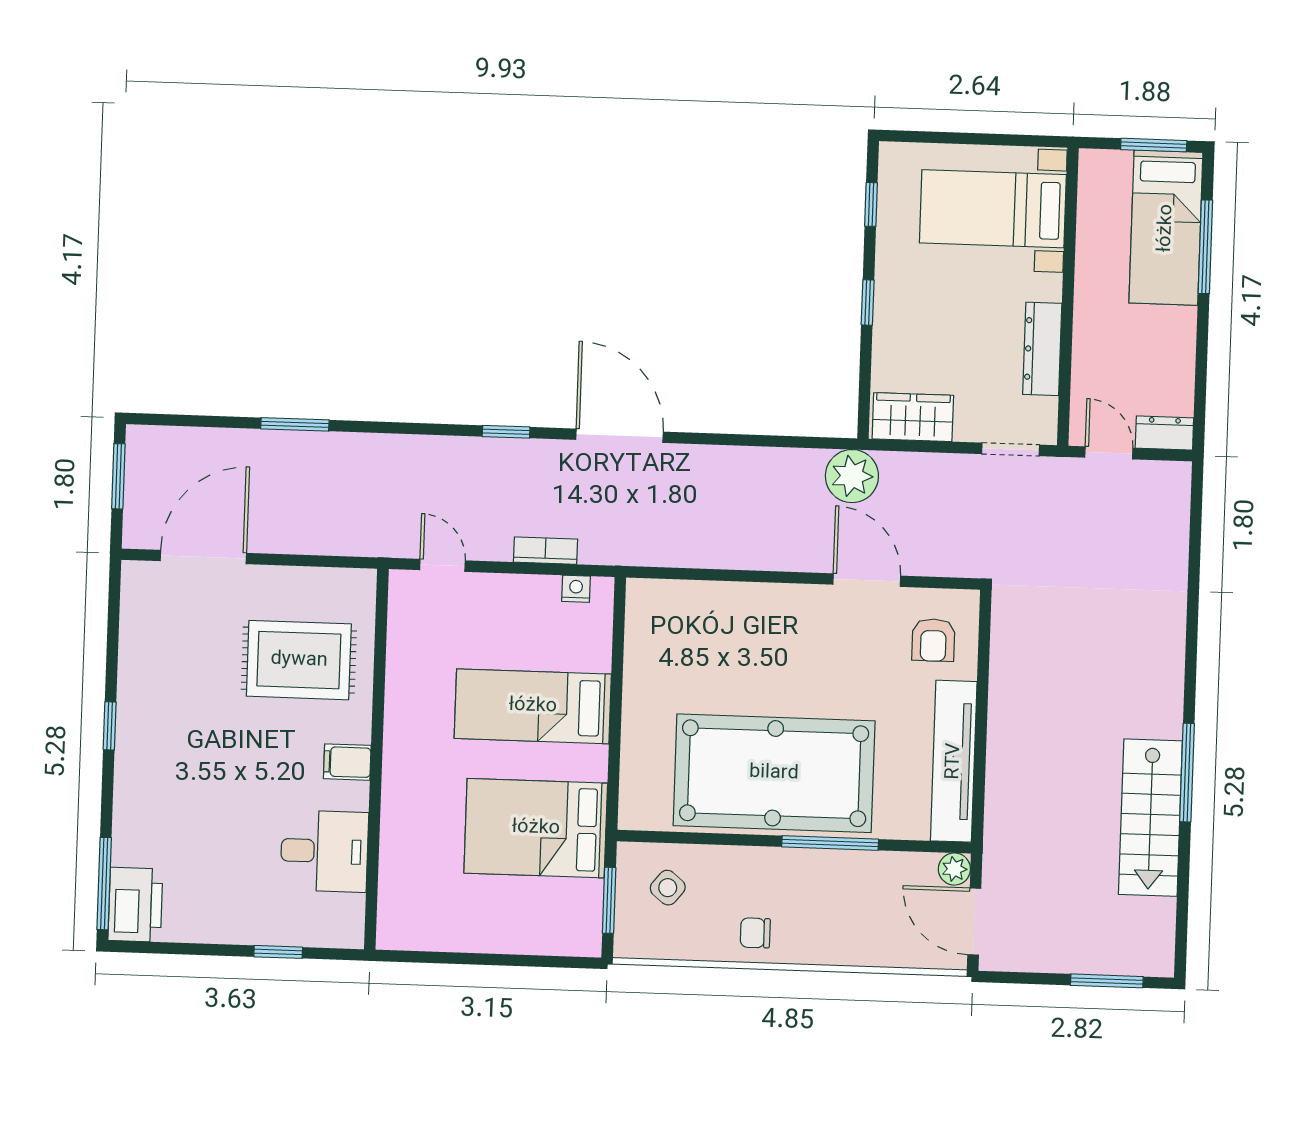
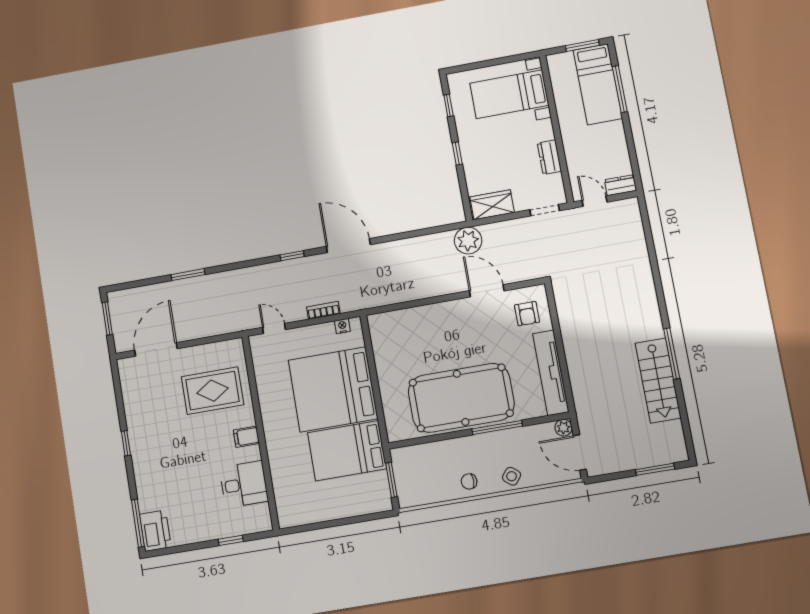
dresser: (1042, 349) -> (549, 157), width x0.70
bed: (533, 706) -> (333, 389), width x2.04
side table: (668, 888) -> (512, 476), moved

